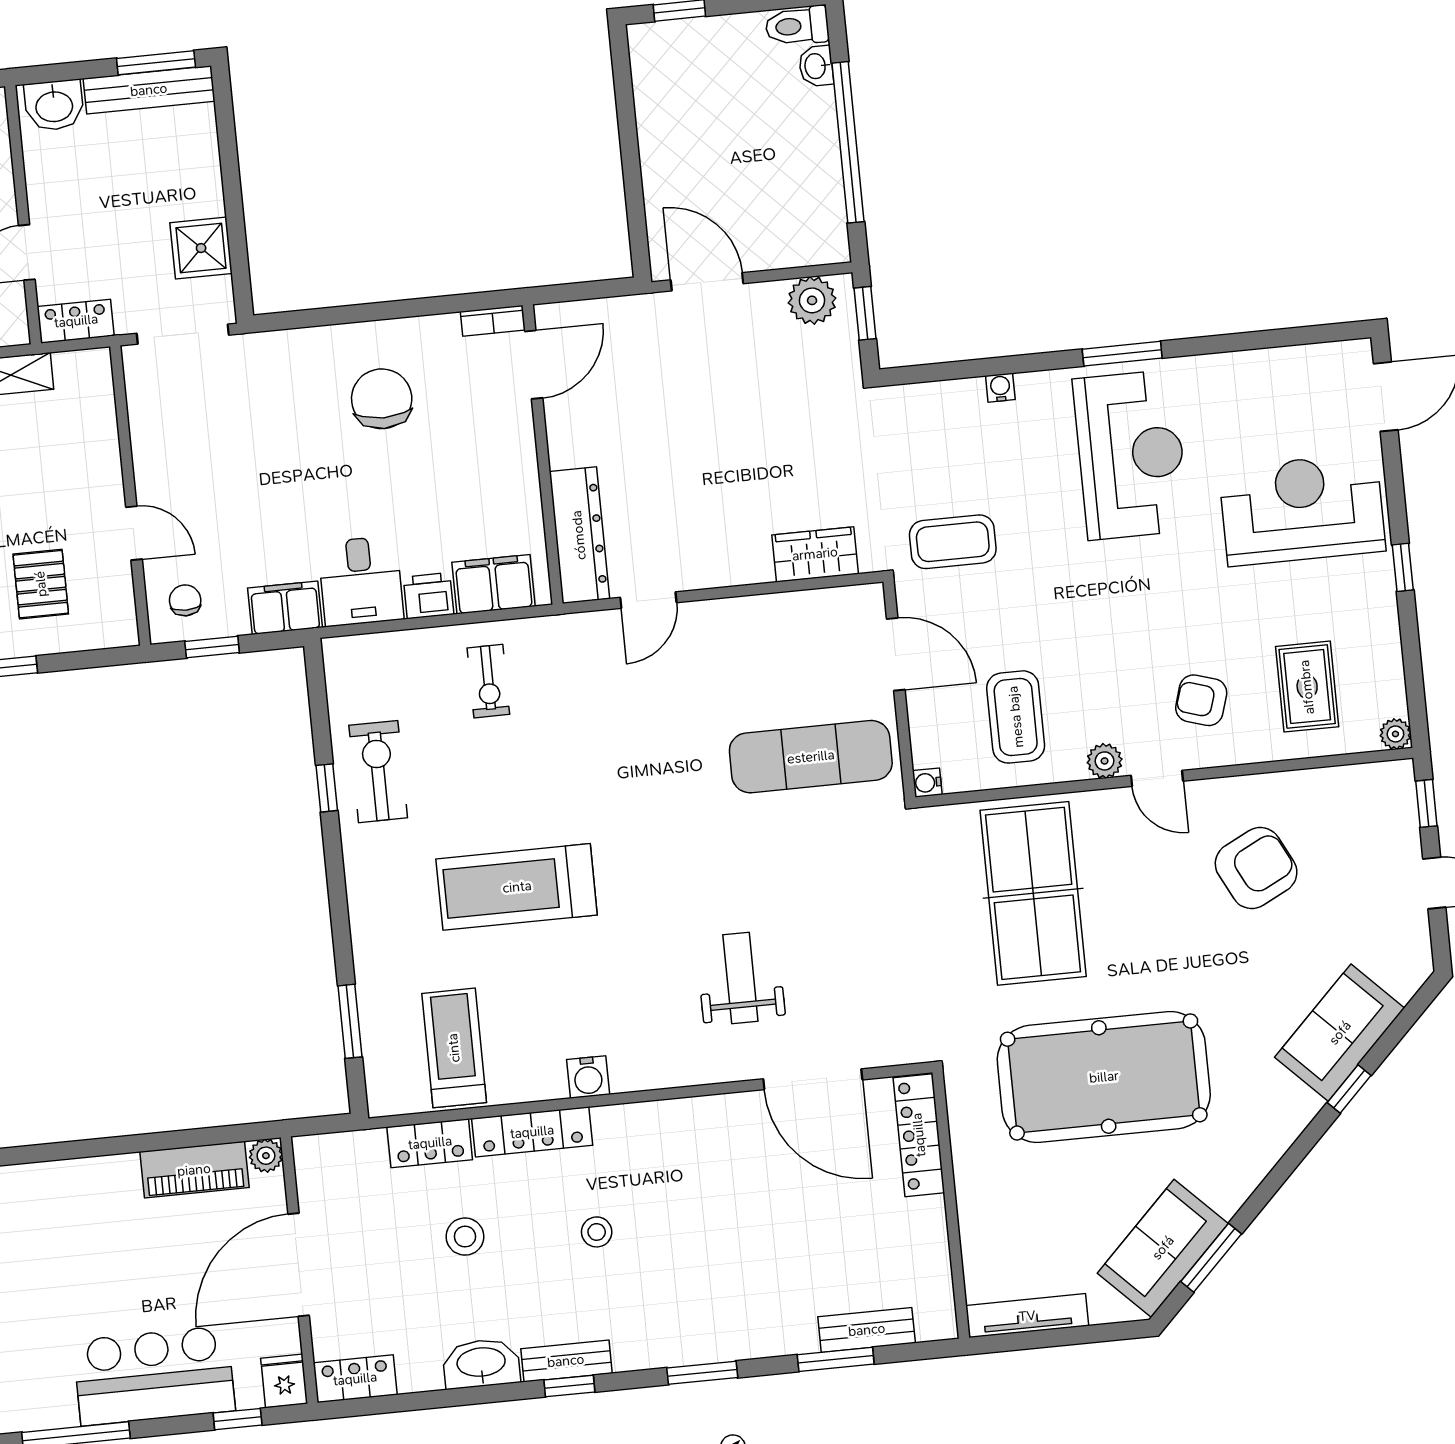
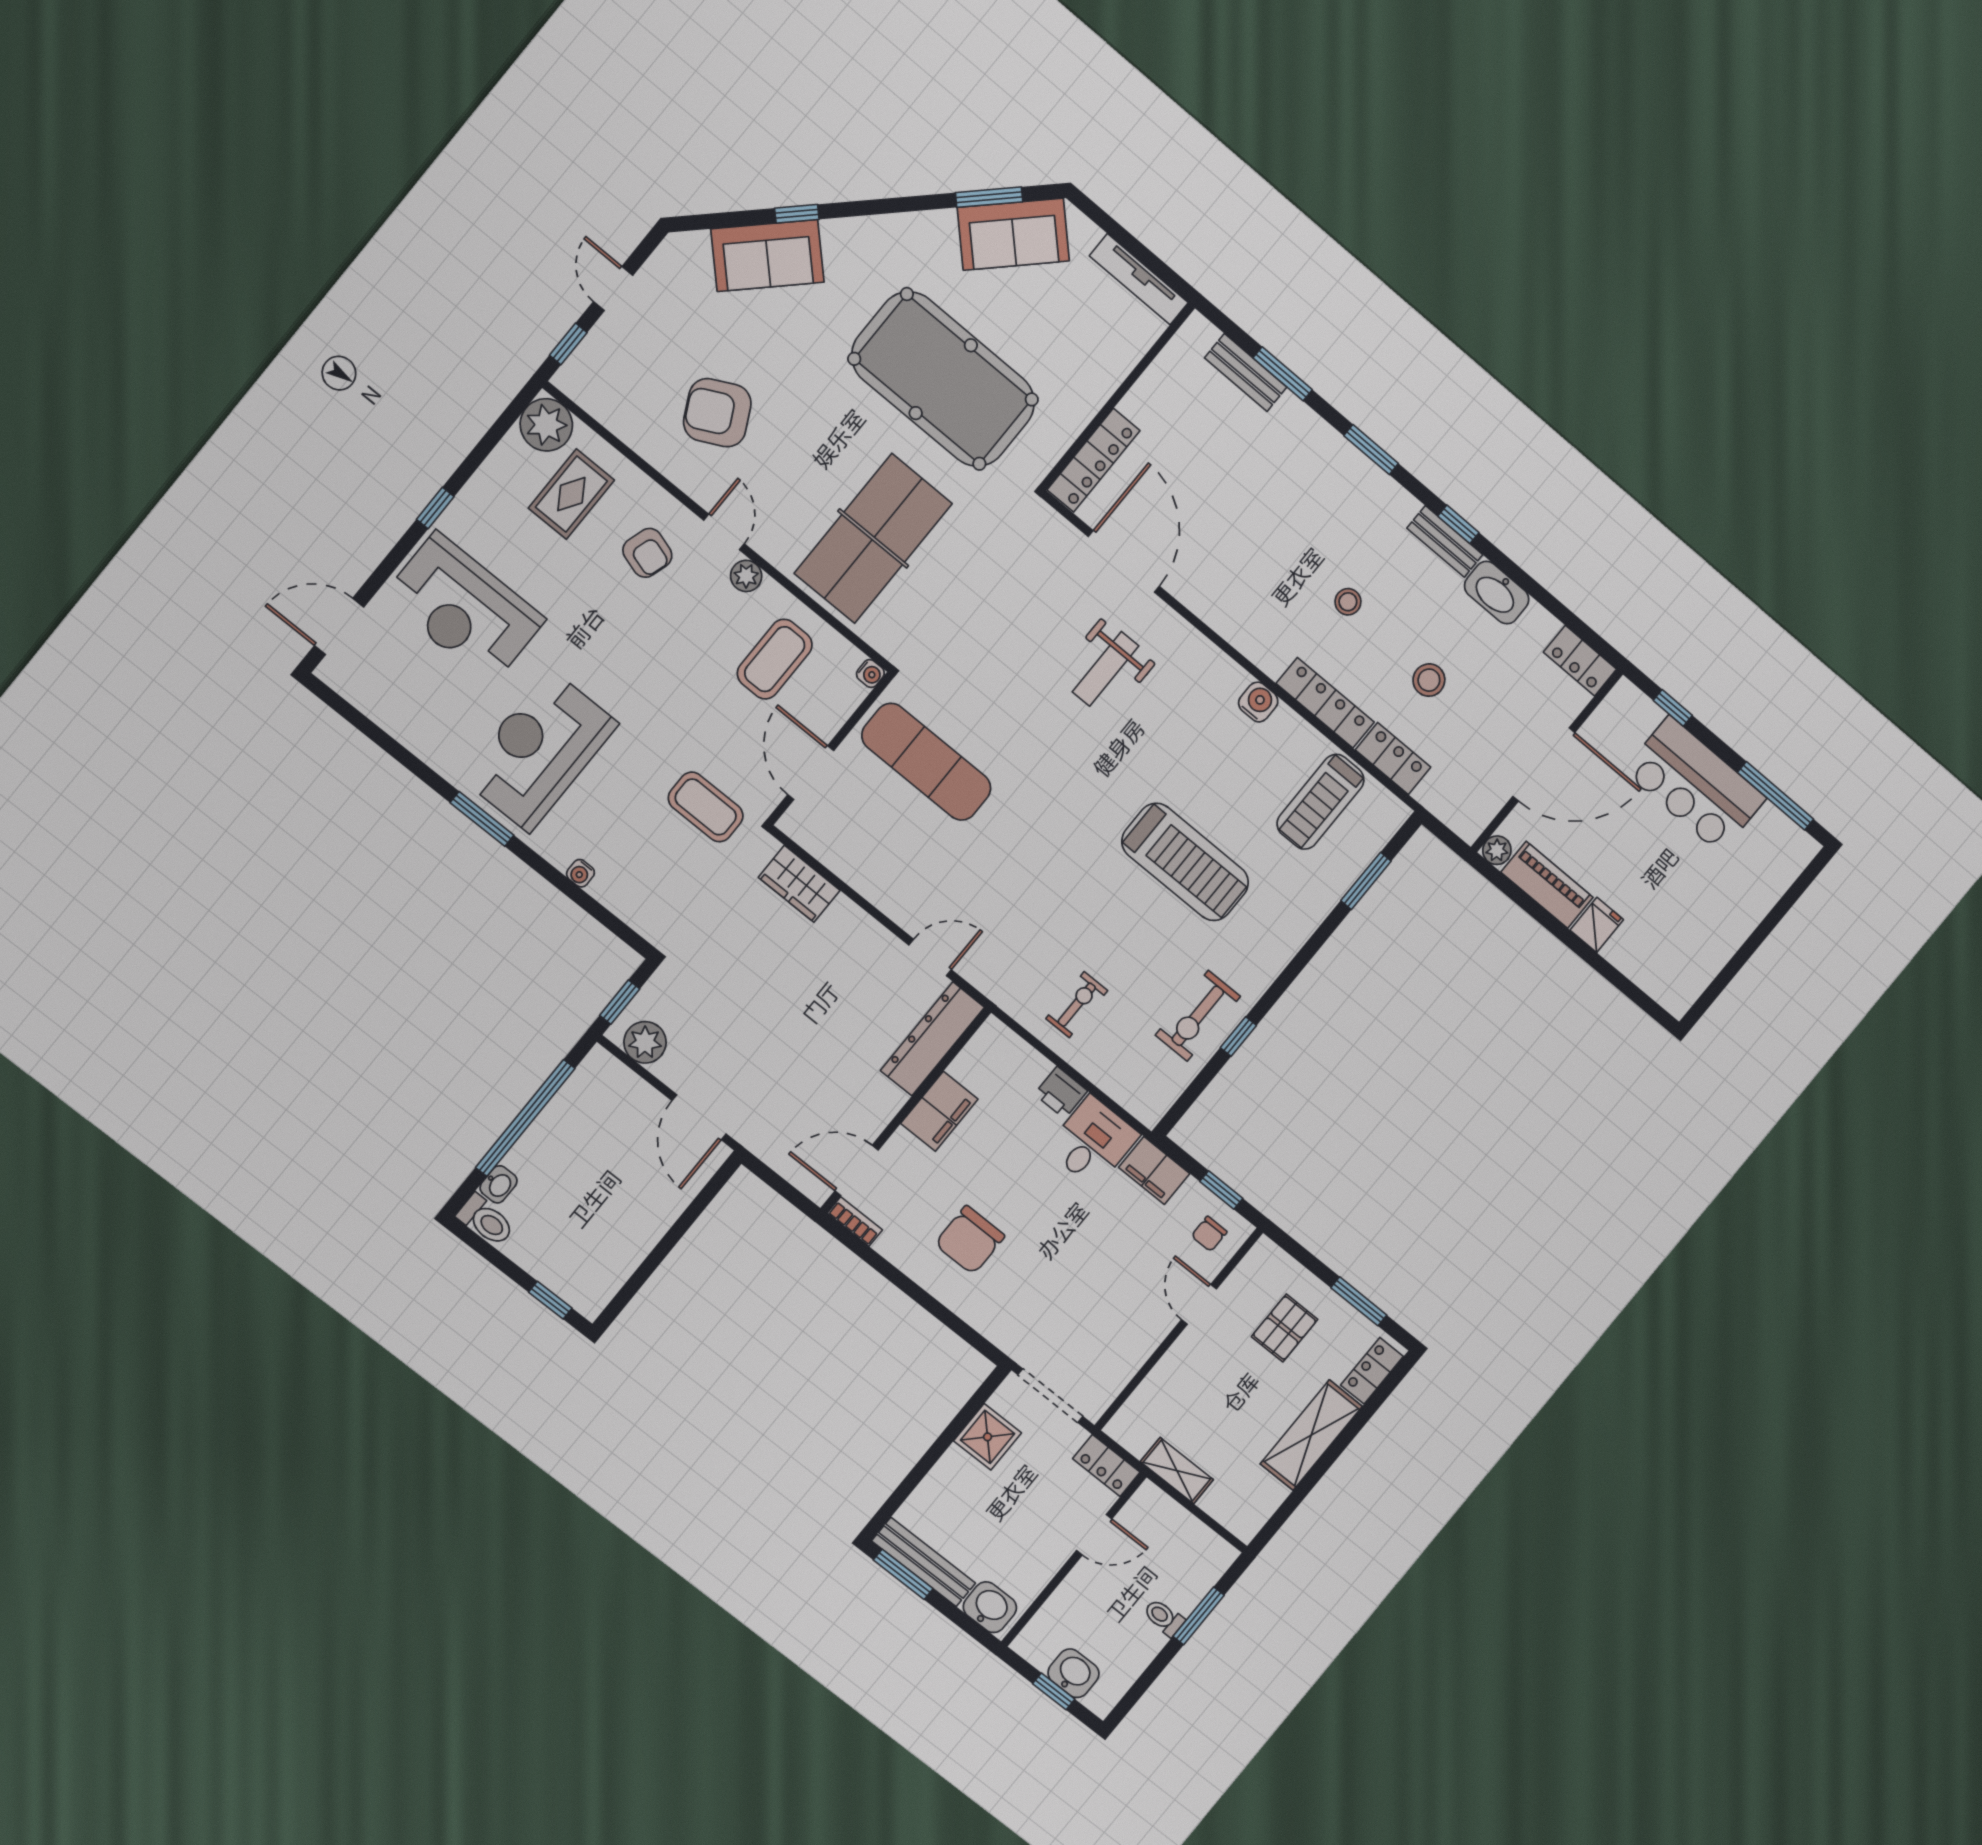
filing cabinet: (494, 584) -> (939, 1111), moved, turned -90
plant: (1395, 734) -> (546, 425), width x1.88, depth x1.88
fridge: (284, 1381) -> (1597, 925), moved, turned 180

